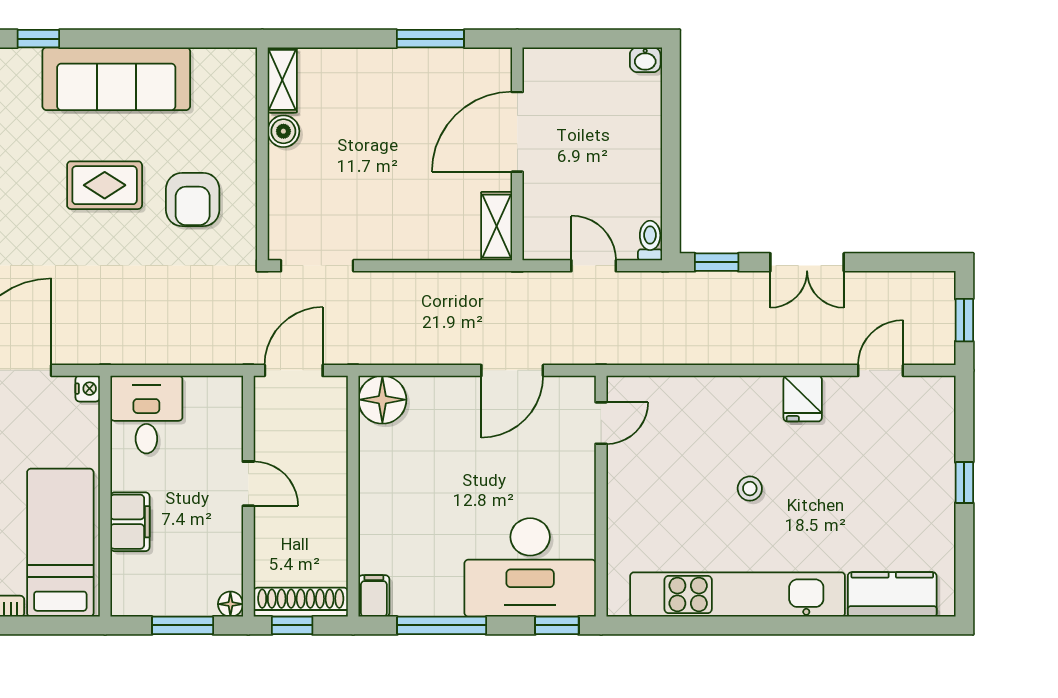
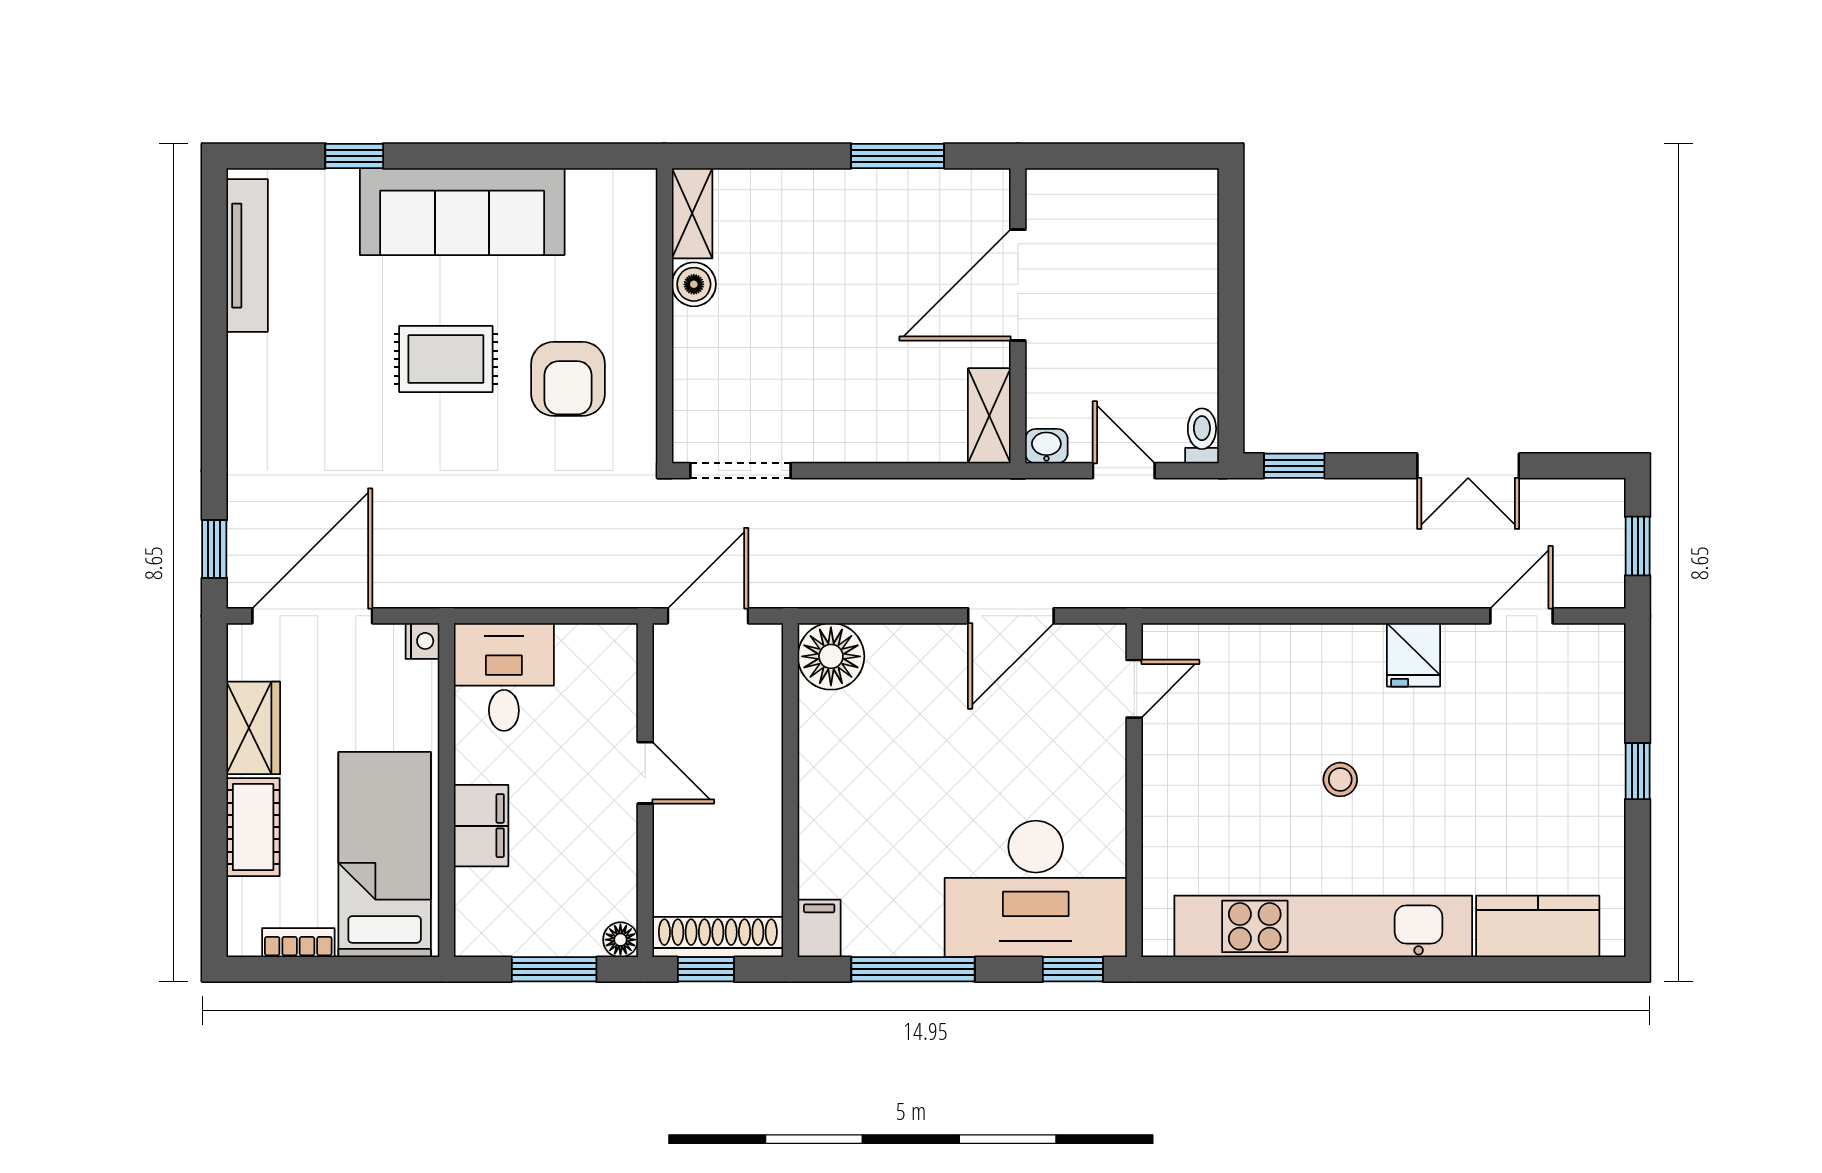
washbasin: (645, 60) -> (1046, 446), moved, turned 180
double door: (807, 262) -> (1468, 466), moved

